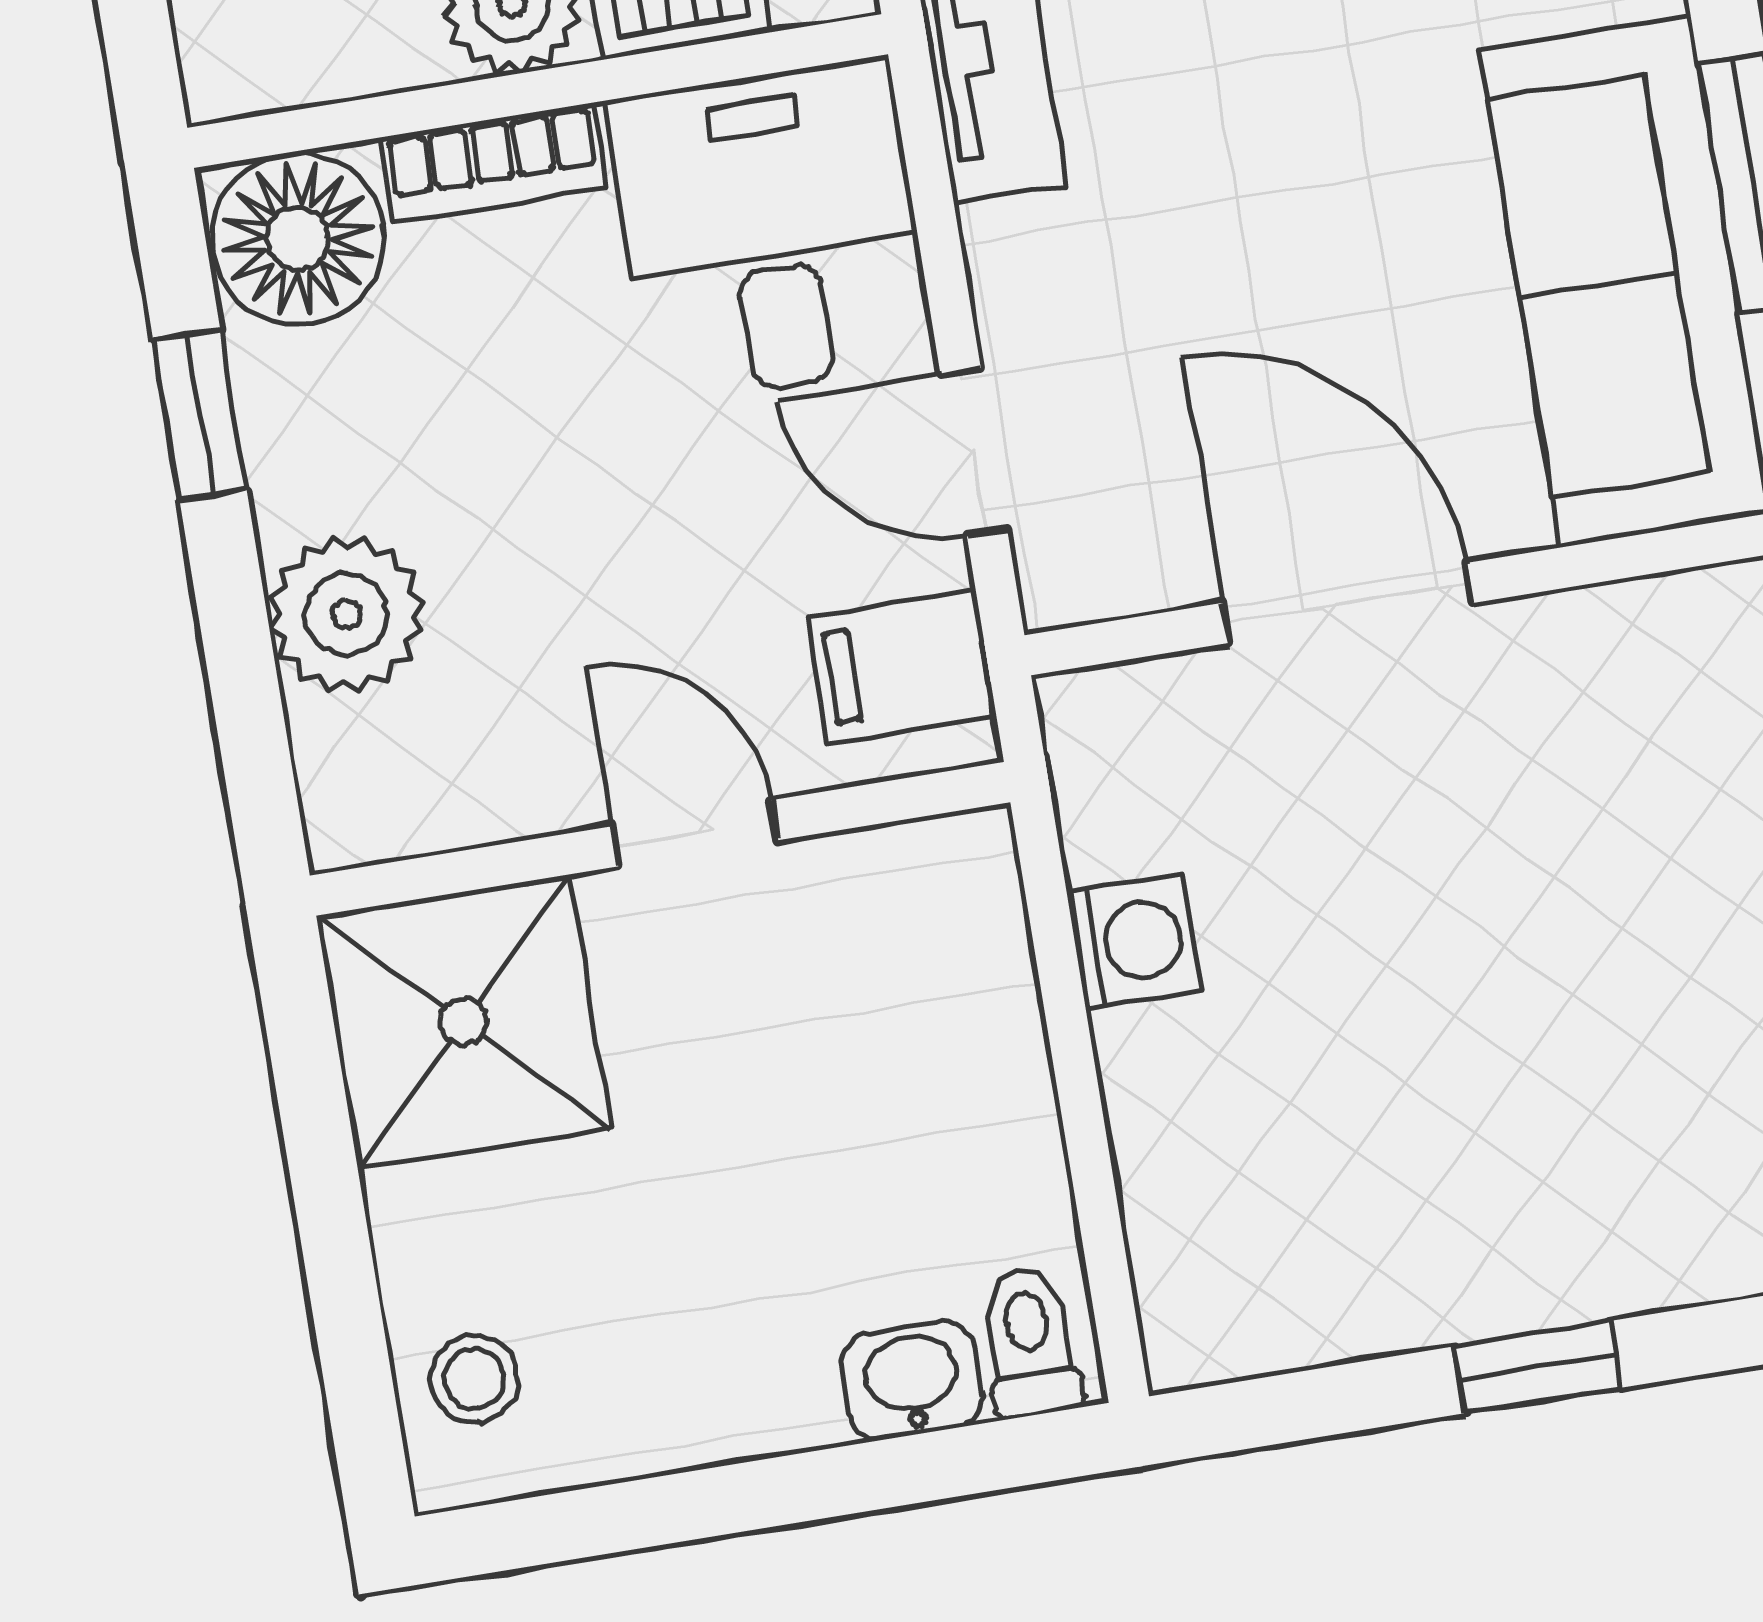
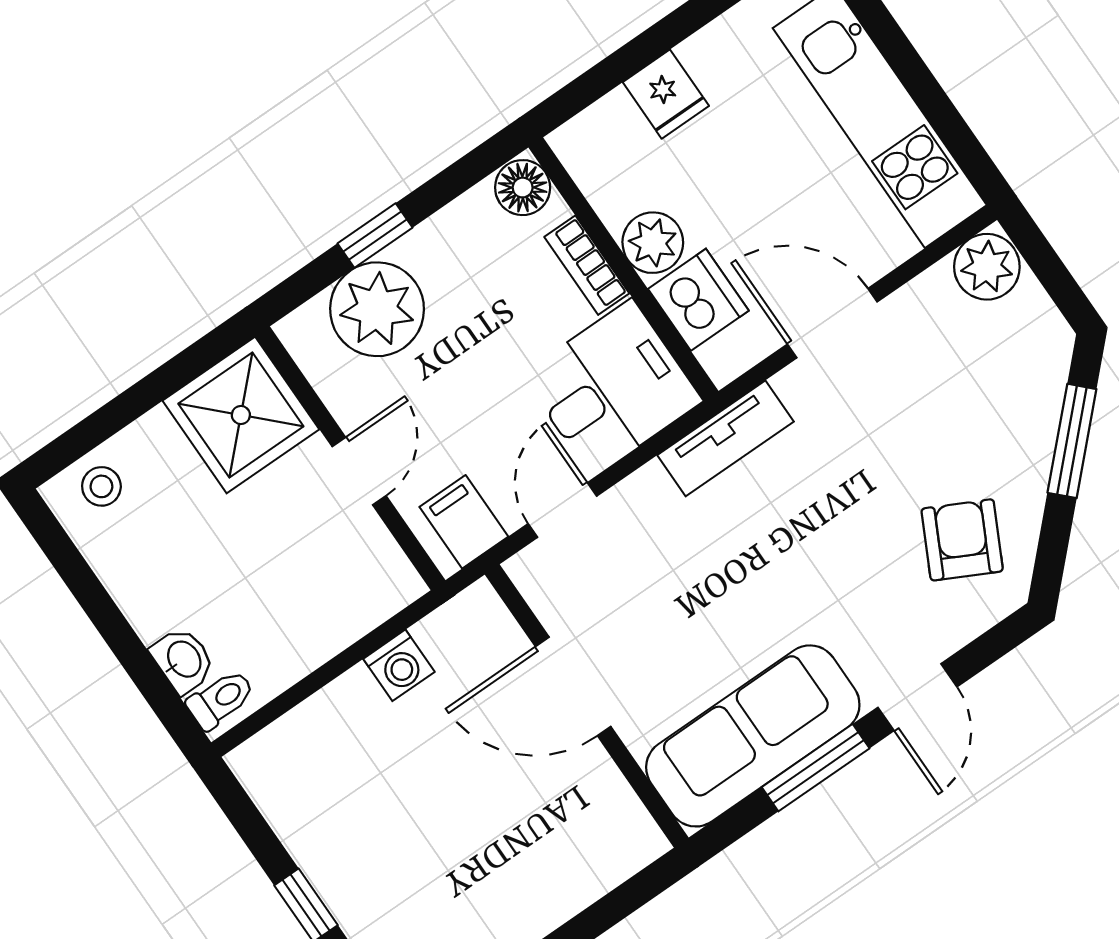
floor lamp: (298, 238) -> (523, 188), width x0.73, depth x0.73
window: (200, 415) -> (375, 236), moved
door: (1348, 603) -> (573, 686), swing flipped
plant: (346, 614) -> (377, 309), width x1.36, depth x1.36

